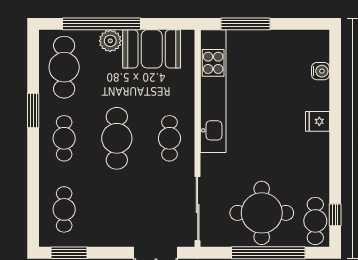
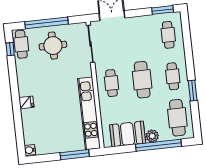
water cooler: (321, 71) -> (30, 150), moved
round table: (262, 213) -> (53, 46), width x0.73, depth x0.73

